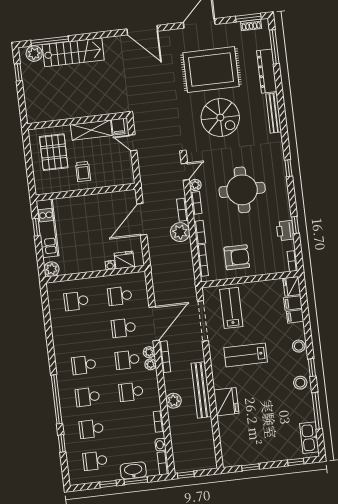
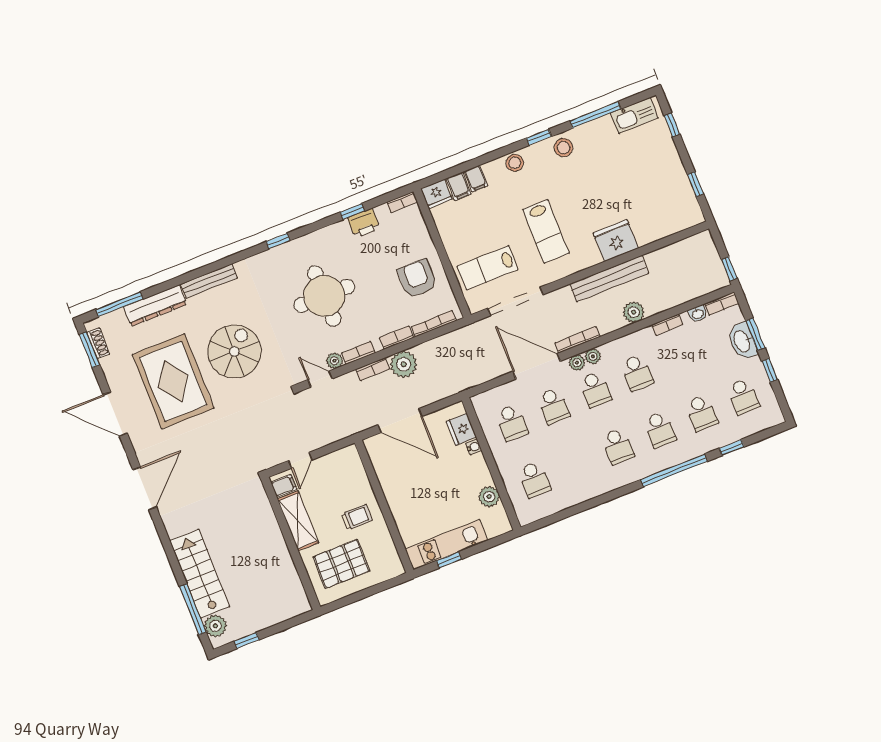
plant: (52, 269) -> (489, 497), moved

